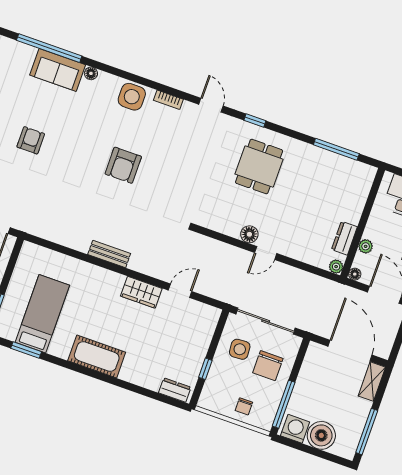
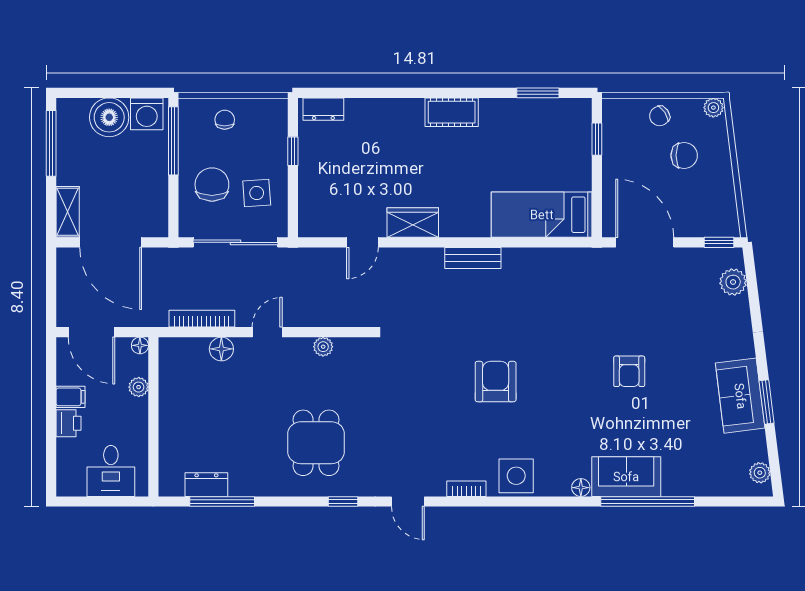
floor lamp: (249, 234) -> (221, 349), moved
dresser: (344, 238) -> (206, 485), moved, turned -90
plant: (336, 267) -> (323, 347), moved
bookcase: (307, 277) -> (202, 319), added
bed: (42, 314) -> (542, 215), moved, turned 90
cot: (97, 357) -> (452, 112), width x0.73, depth x0.75

